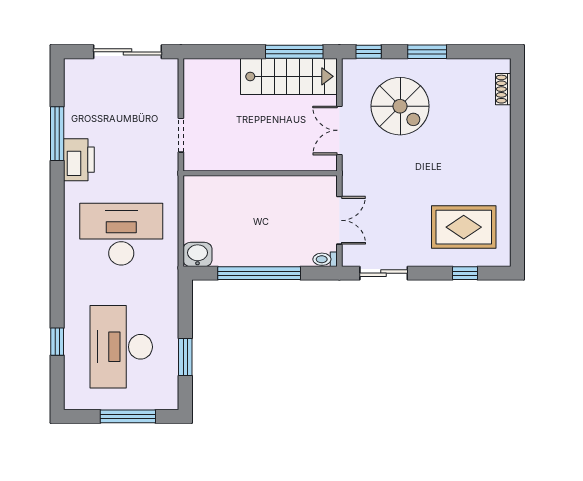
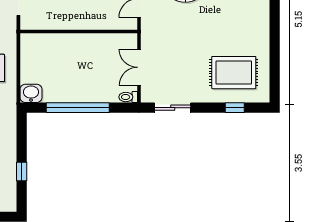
double door: (339, 220) -> (139, 67), swing flipped
window: (185, 357) -> (22, 172), width x0.67

